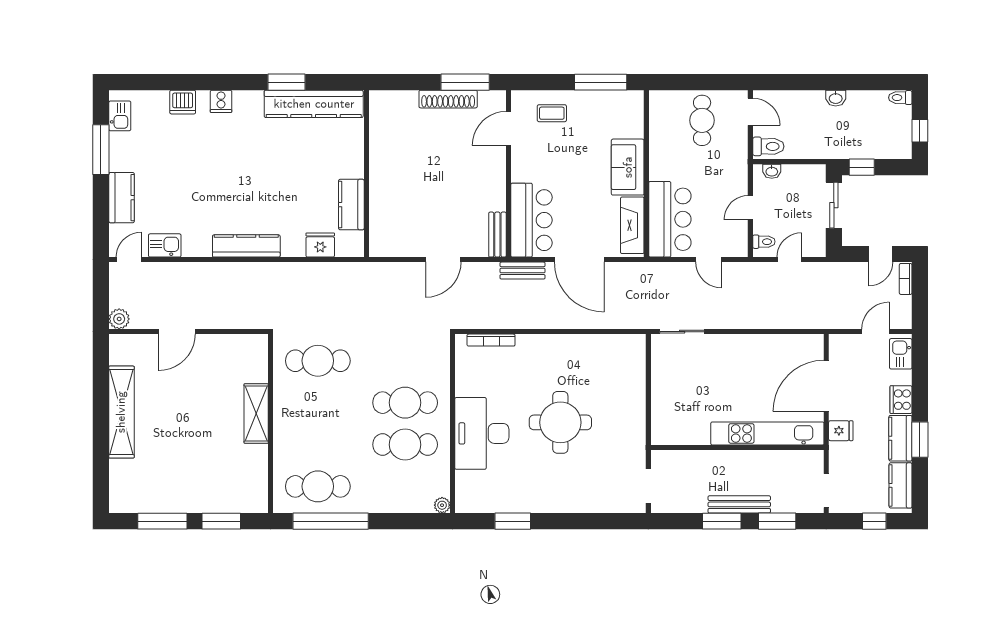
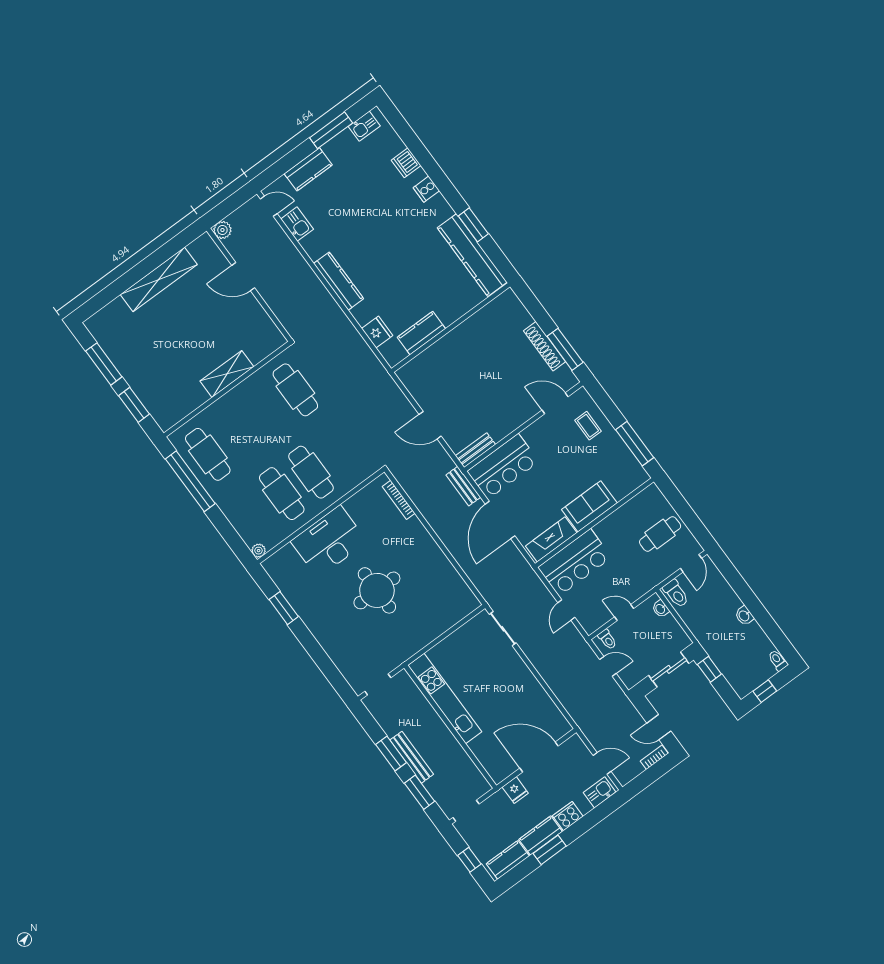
kitchen unit: (767, 433) -> (445, 699), moved

